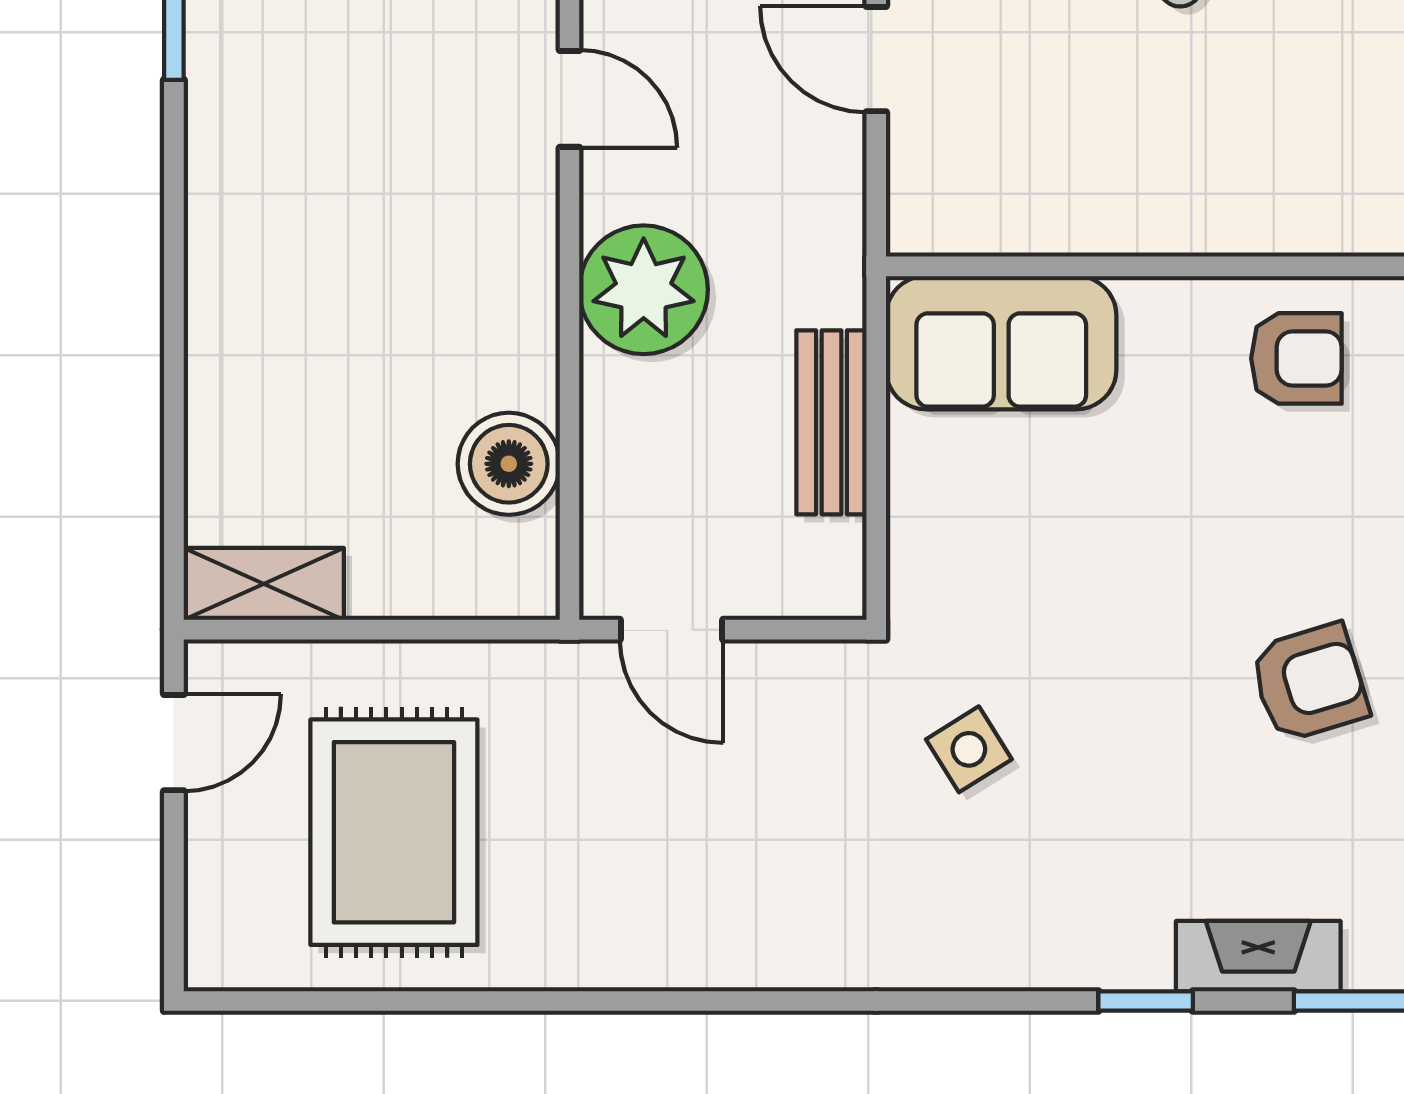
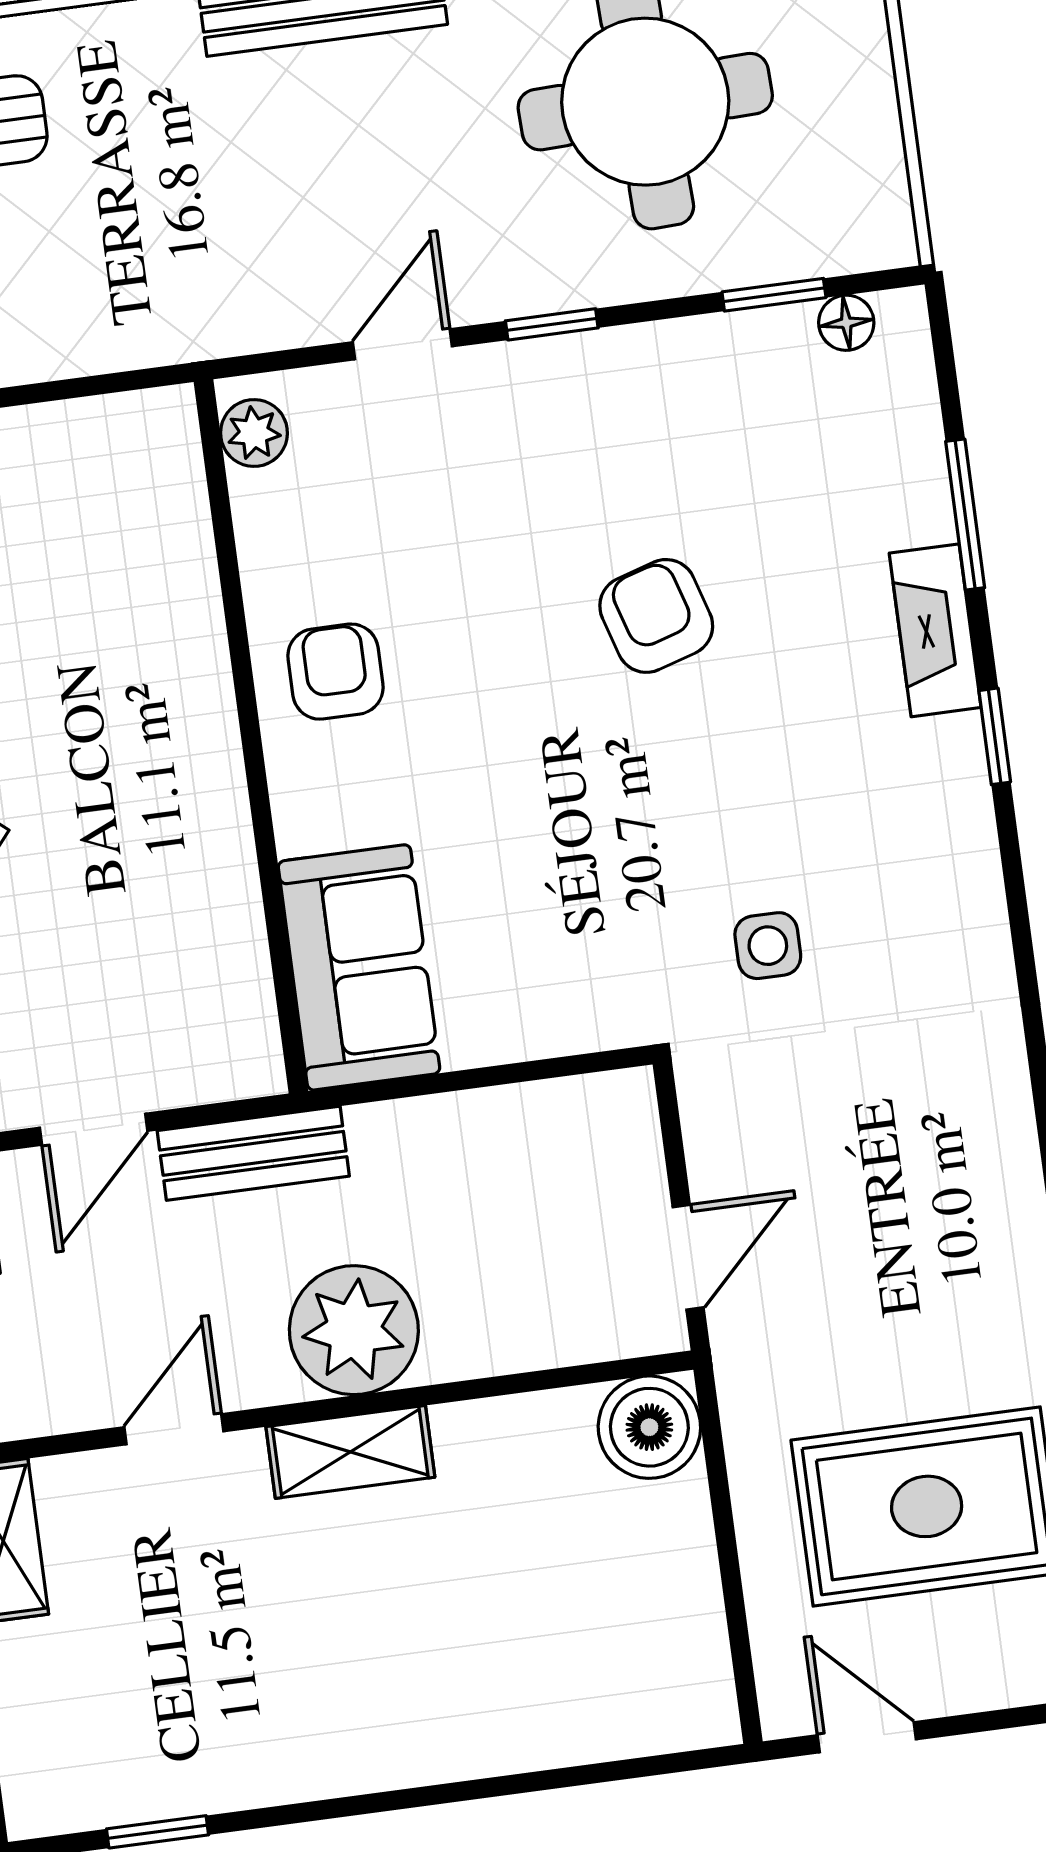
bench: (831, 422) -> (253, 1153), moved
boiler: (509, 464) -> (649, 1427), moved
shelving: (264, 584) -> (350, 1452), moved, turned 90
side table: (969, 749) -> (768, 946), turned 32

